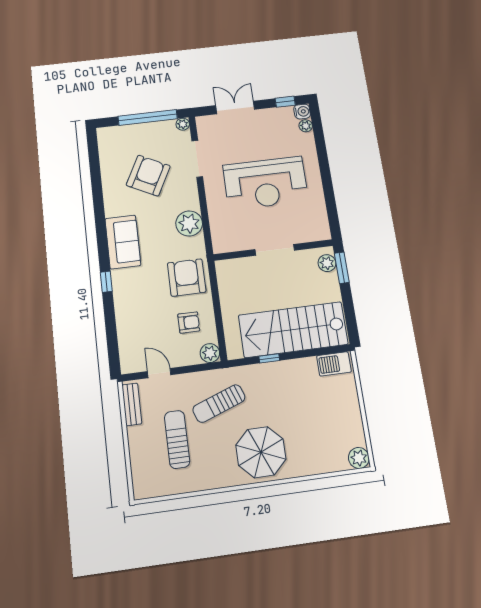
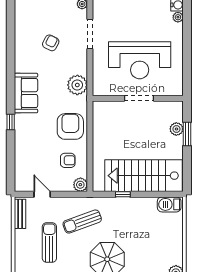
armchair: (148, 176) -> (51, 43), width x0.53, depth x0.53
wall: (273, 250) -> (138, 98), moved
doorway: (275, 250) -> (139, 98), moved

